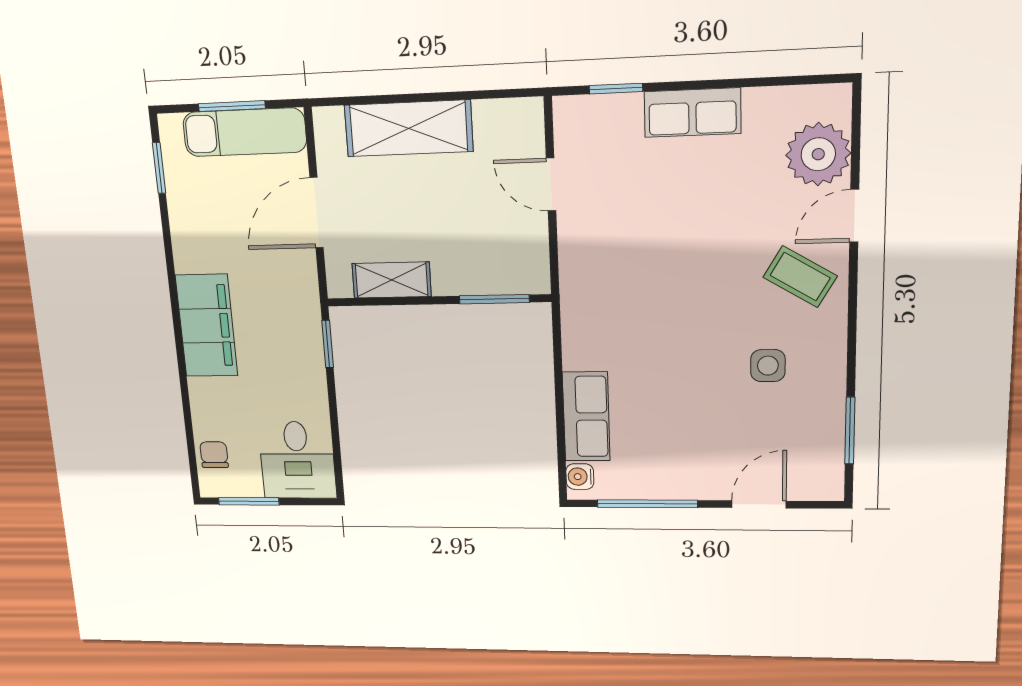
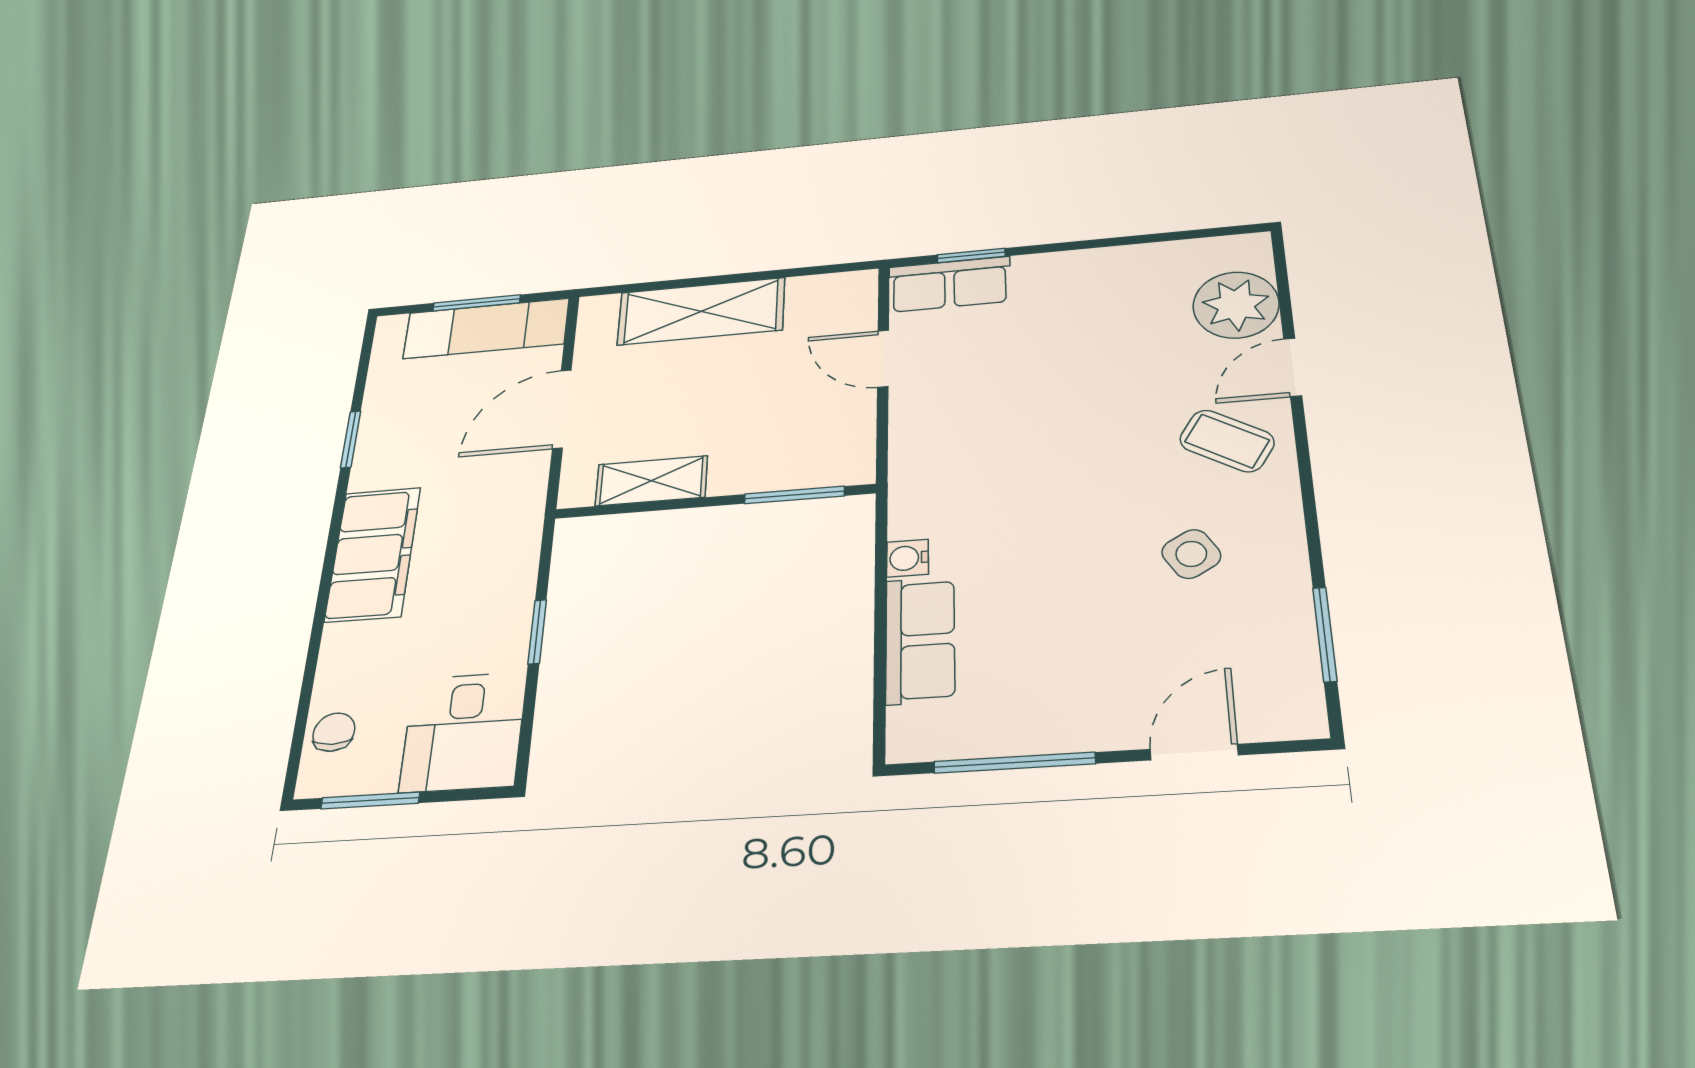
row of seats: (692, 113) -> (949, 284), moved
window: (159, 168) -> (351, 439), moved
window: (328, 344) -> (537, 632), moved
side table: (768, 366) -> (1191, 554), turned -31
water cooler: (580, 477) -> (908, 558), moved

